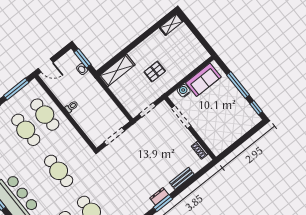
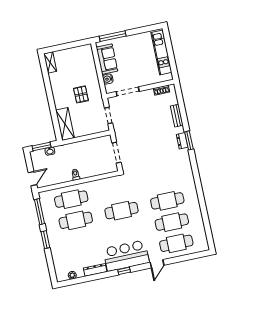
window: (238, 85) -> (113, 36), moved
window: (256, 108) -> (150, 28), removed
kitchen unit: (237, 131) -> (161, 52), added

